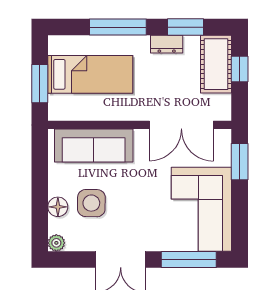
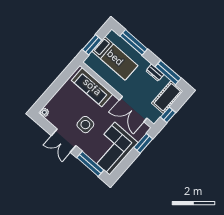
window: (118, 27) -> (134, 42), moved
window: (186, 27) -> (168, 72), width x1.44
window: (240, 69) -> (168, 115), moved
side table: (91, 203) -> (85, 125), moved
floor lamp: (58, 207) -> (57, 99), removed

